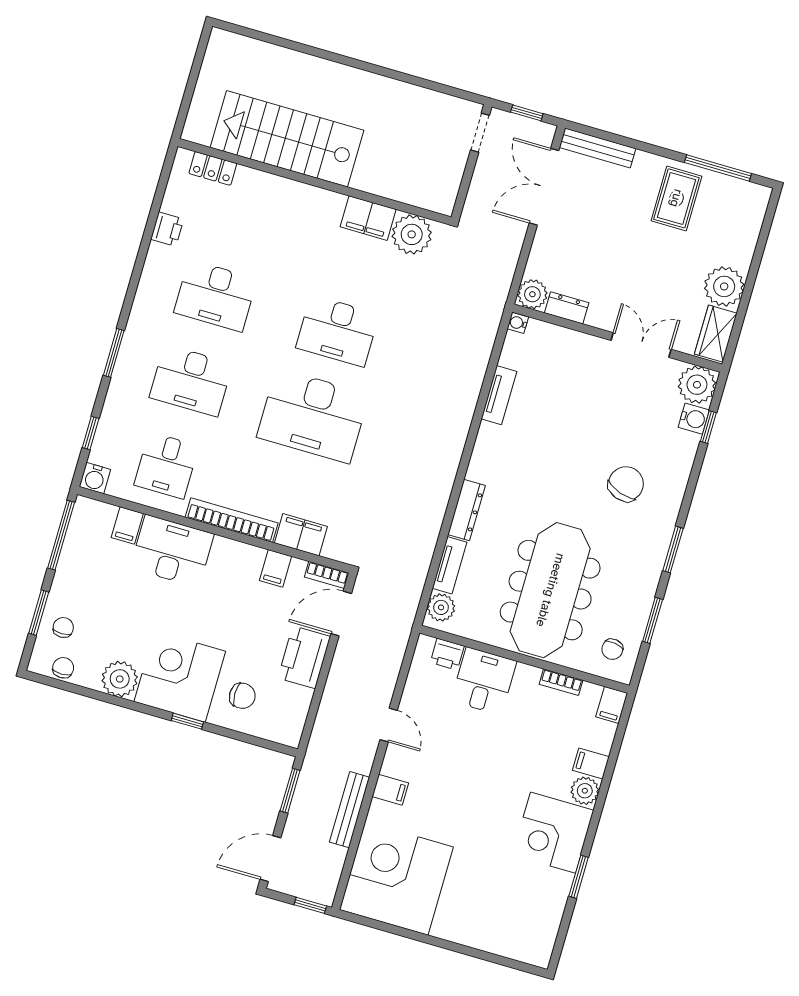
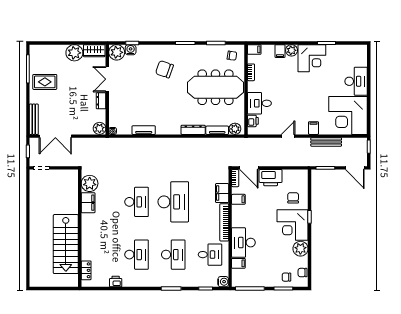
dresser: (567, 308) -> (101, 101), moved
desk: (470, 920) -> (356, 81), added

